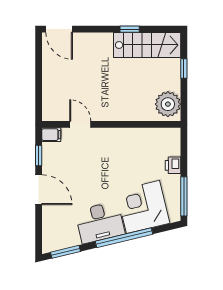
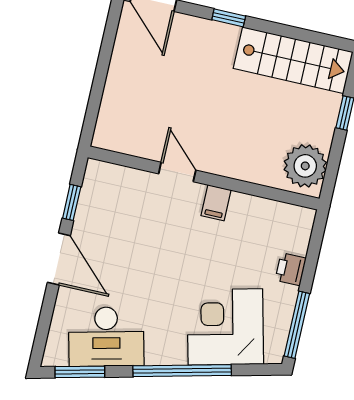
window: (130, 29) -> (229, 18), moved
door: (80, 124) -> (177, 172), moved
filing cabinet: (51, 135) -> (216, 203), moved, turned 90
desk: (100, 222) -> (106, 337), moved

